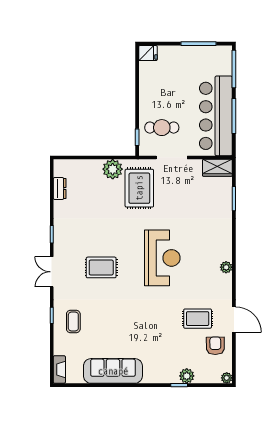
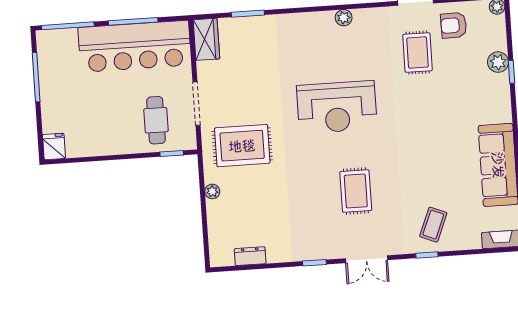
plant: (113, 169) -> (212, 191), width x0.53, depth x0.53
reception desk: (162, 258) -> (337, 107), turned 180
coffee table: (73, 322) -> (433, 225), turned -68

